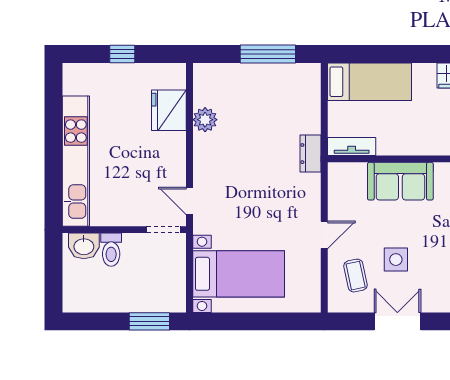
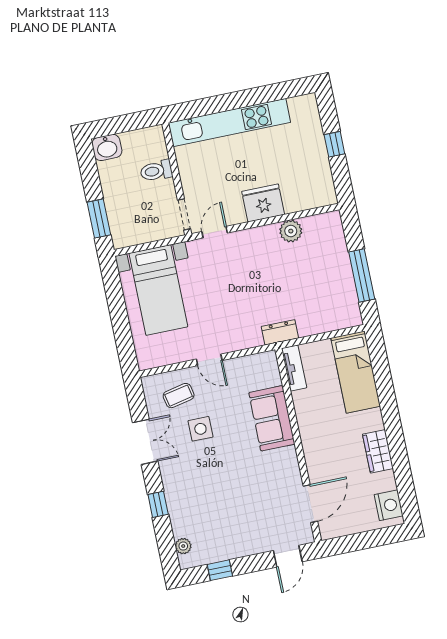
fridge: (169, 110) -> (263, 203), moved
washbasin: (84, 246) -> (107, 147), moved, turned -90

